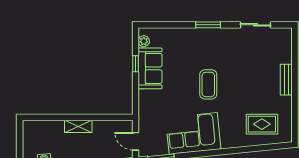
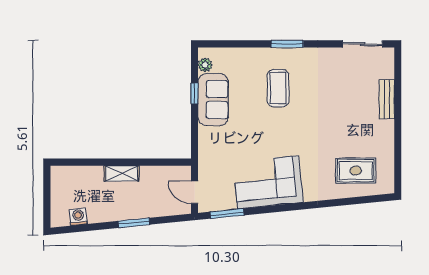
sliding door: (256, 25) -> (363, 44), moved
bench: (286, 80) -> (387, 99), moved
coffee table: (208, 84) -> (278, 88), moved

